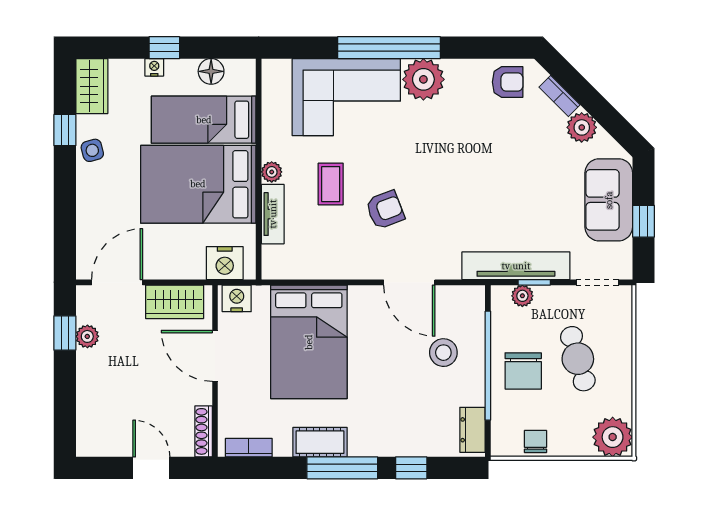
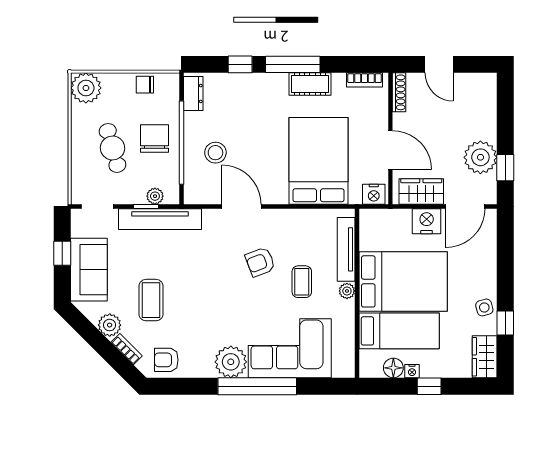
nightstand: (154, 67) -> (412, 371), moved
coffee table: (528, 160) -> (151, 300), added
tv unit: (273, 214) -> (346, 249), width x1.41
nightstand: (225, 263) -> (427, 221), moved
plant: (87, 336) -> (480, 157), width x1.88, depth x1.88
chair: (536, 442) -> (145, 85), turned 90

